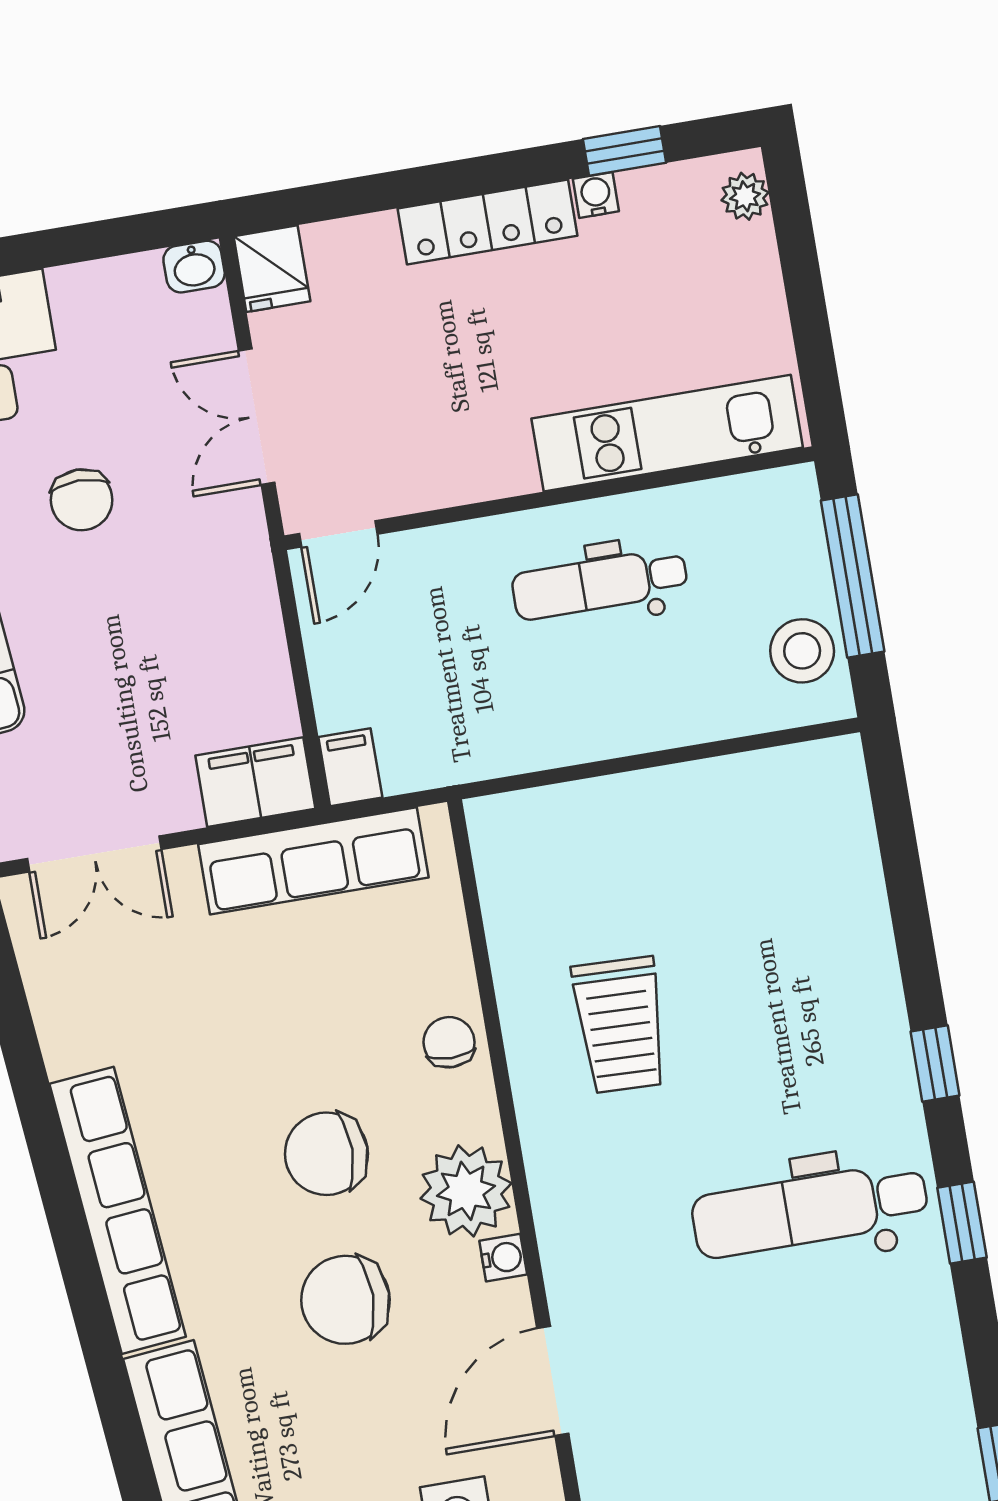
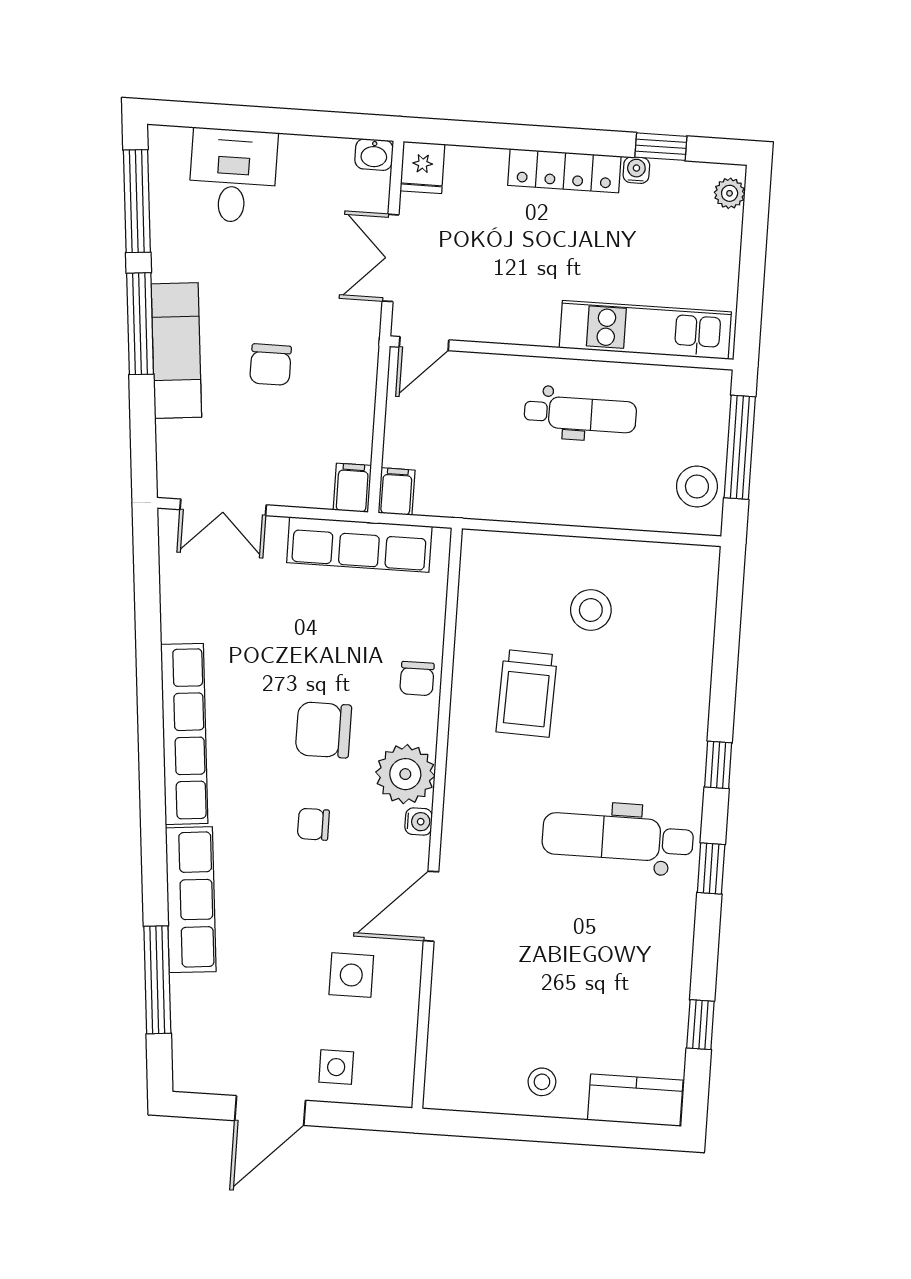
chair: (82, 500) -> (271, 365), moved
dental chair: (600, 584) -> (580, 414), turned 180
filing cabinet: (255, 782) -> (352, 488), width x0.50
stool: (687, 876) -> (591, 610), added
chair: (449, 1042) -> (417, 679), turned 180
chair: (345, 1300) -> (313, 824), width x0.54, depth x0.54

